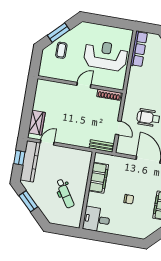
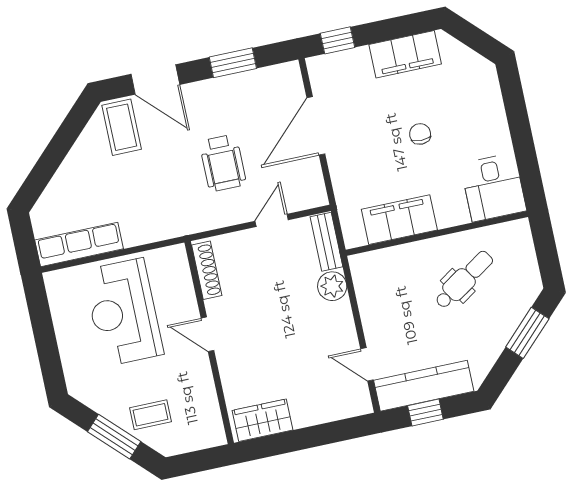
wardrobe: (37, 123) -> (262, 420), moved
plant: (83, 141) -> (332, 286), added
window: (28, 201) -> (527, 333), moved

